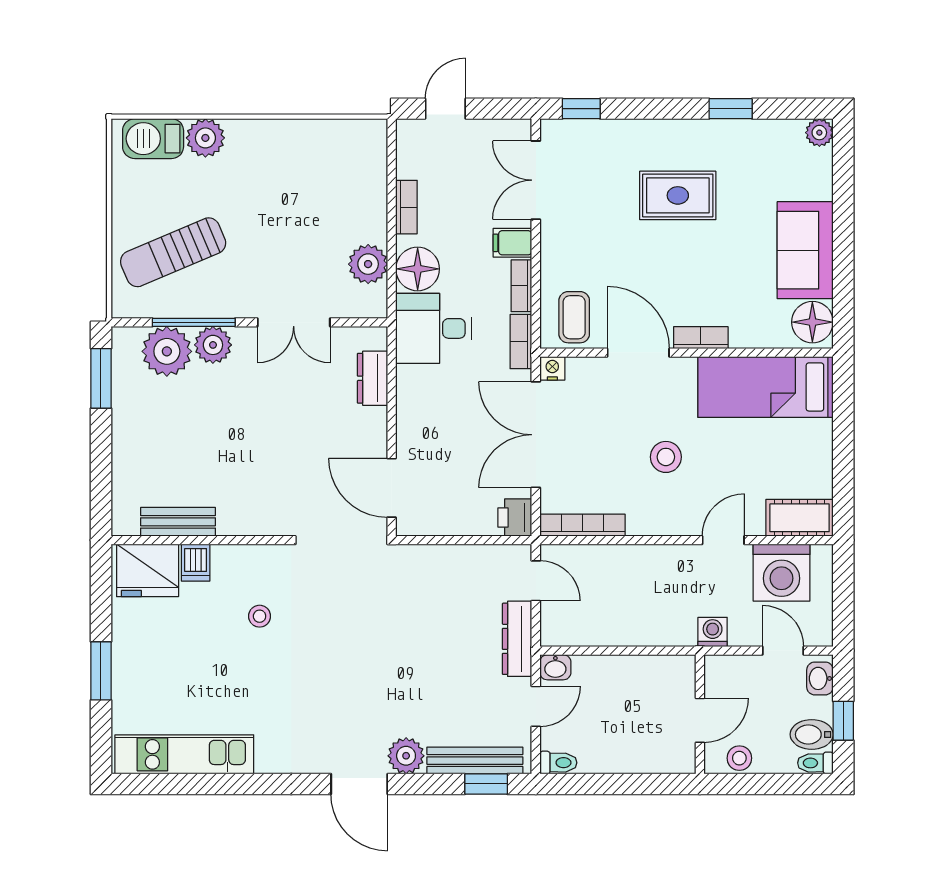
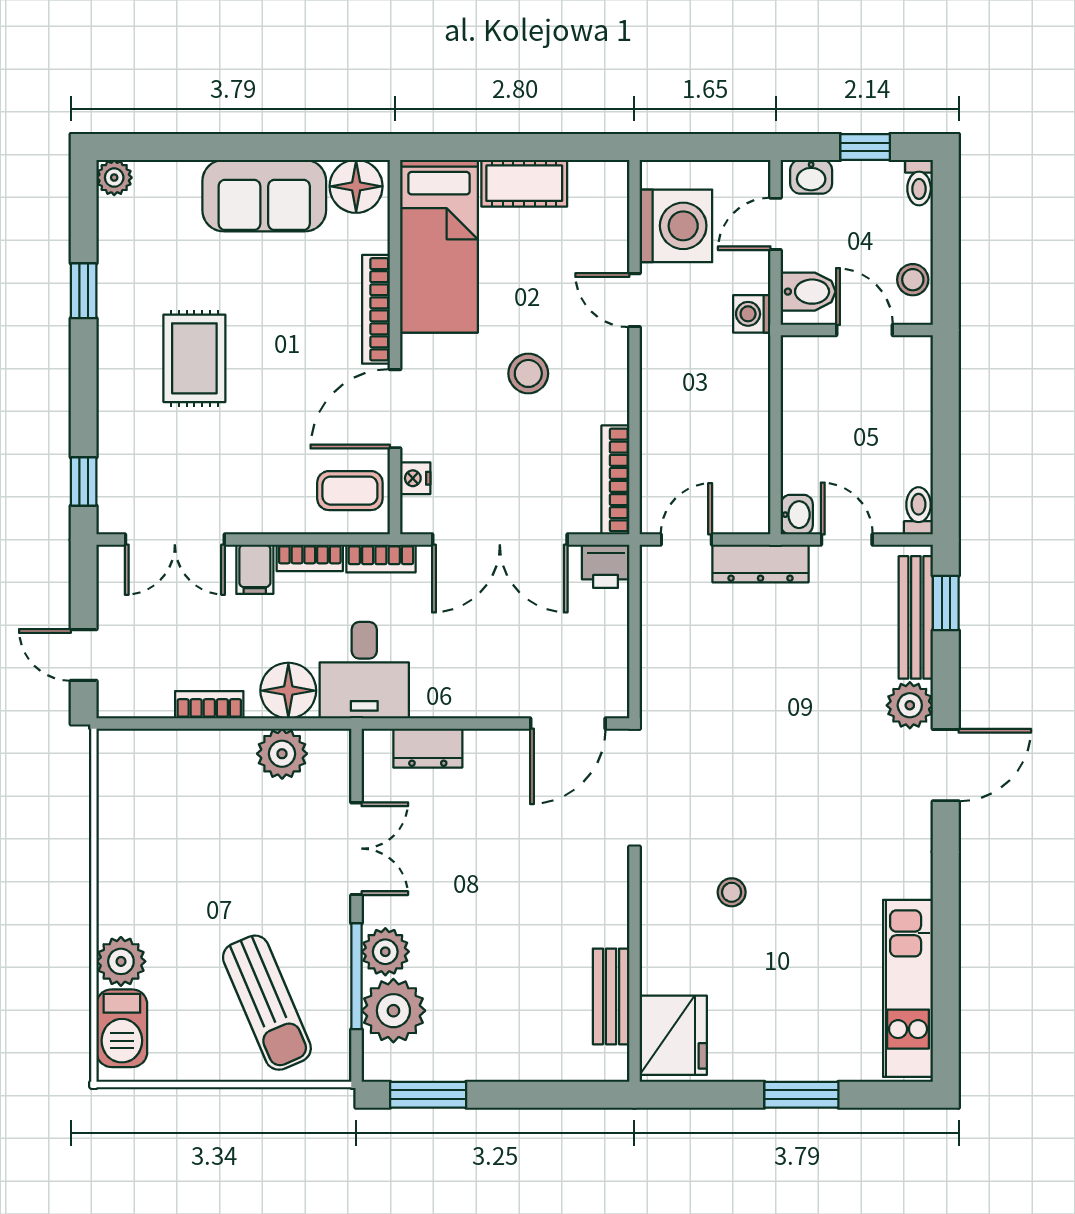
bookcase: (701, 338) -> (376, 309), width x1.56
nightstand: (552, 368) -> (415, 478), moved
cot: (800, 518) -> (524, 183), moved, turned 90
dishwasher: (196, 563) -> (663, 974), removed
bidet: (812, 734) -> (808, 292), moved, turned -90

